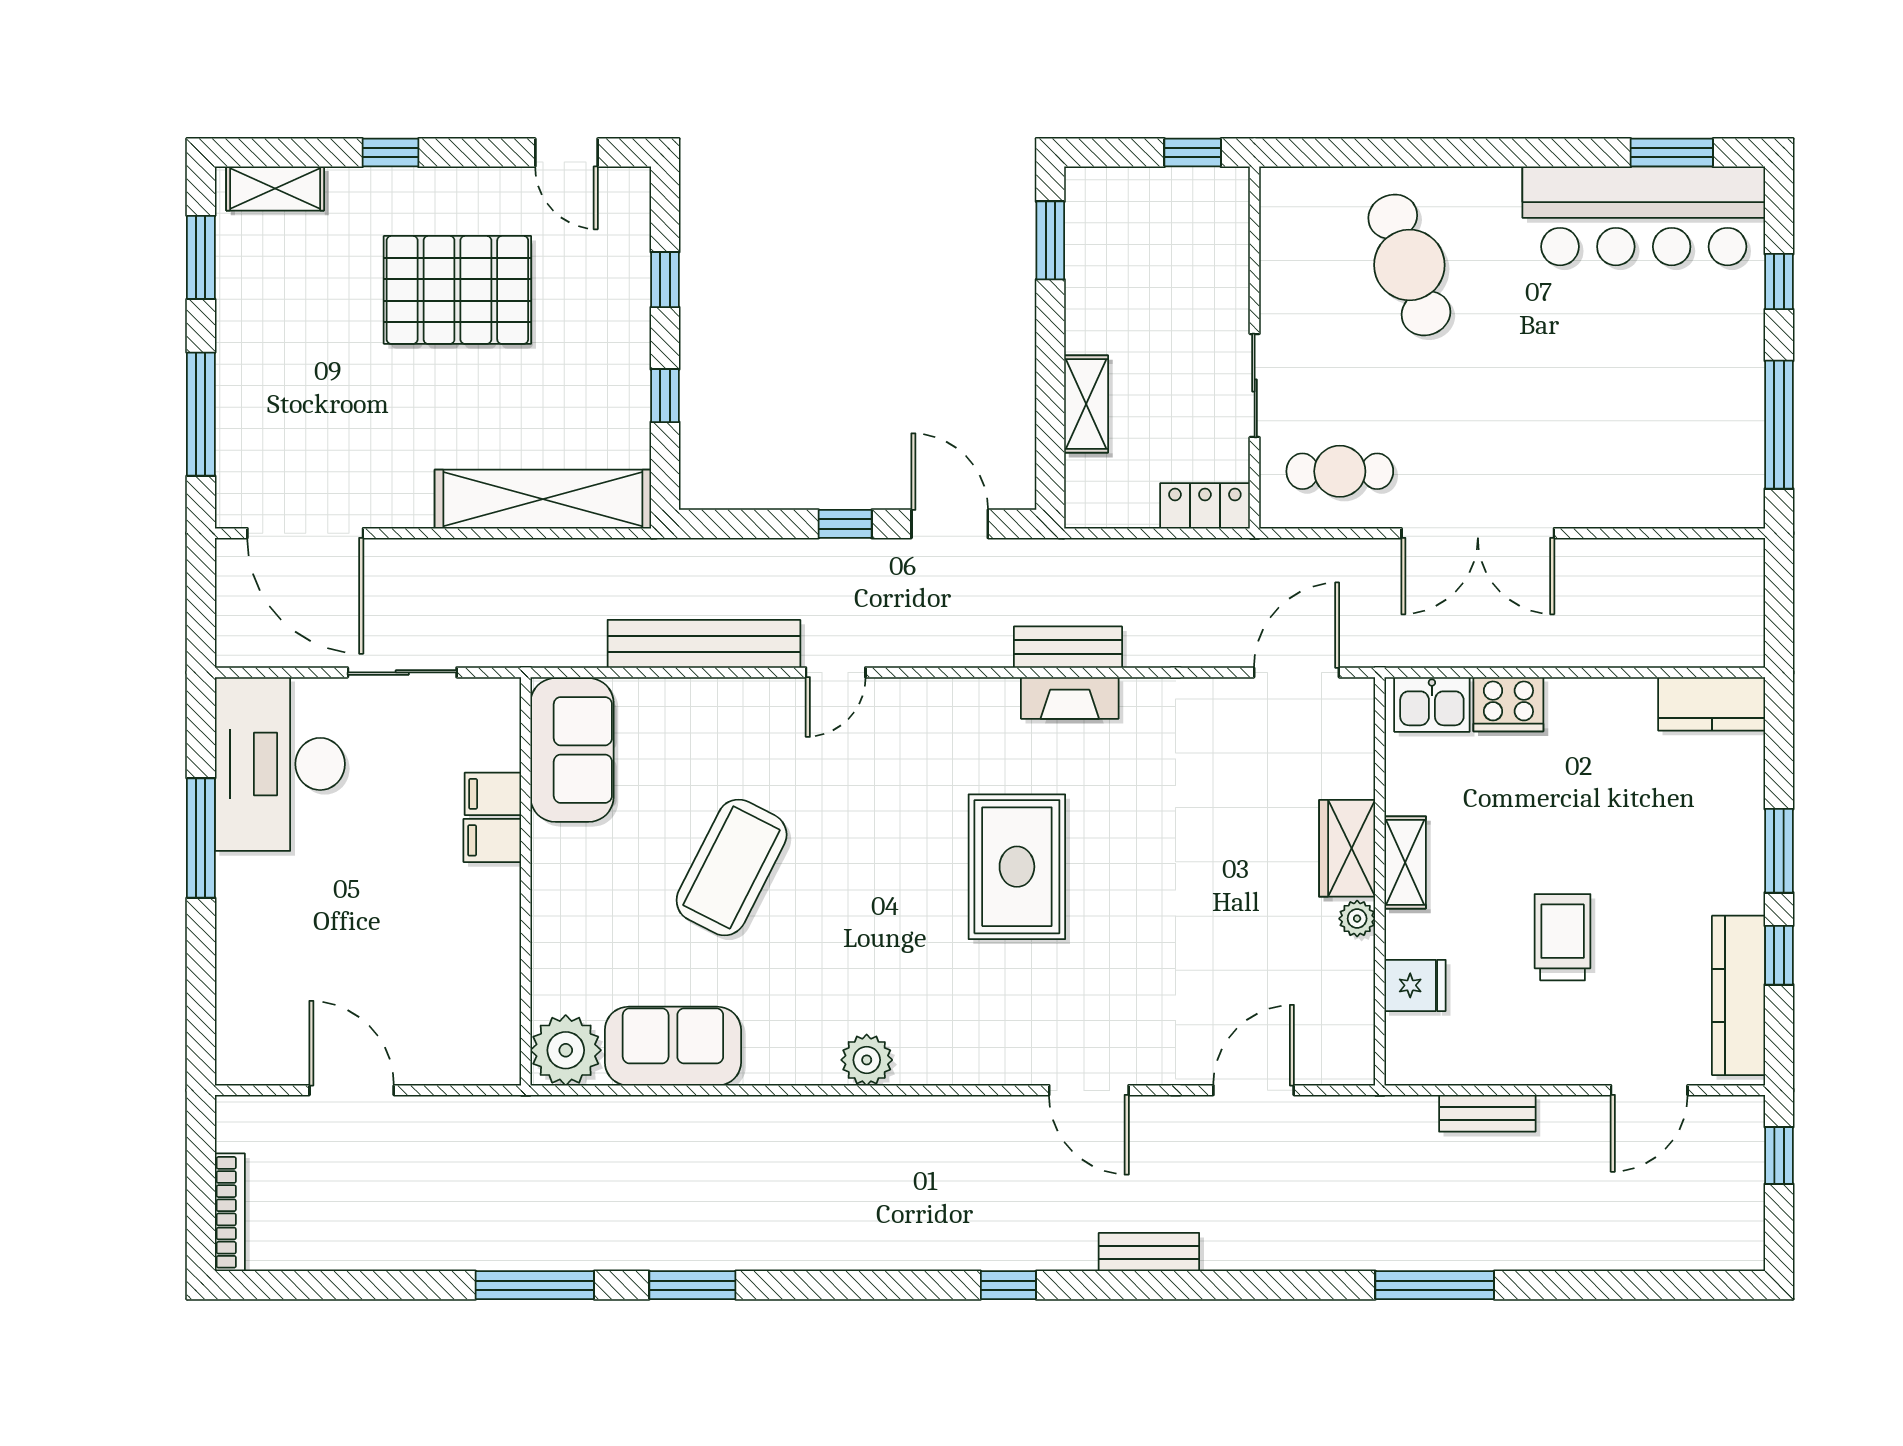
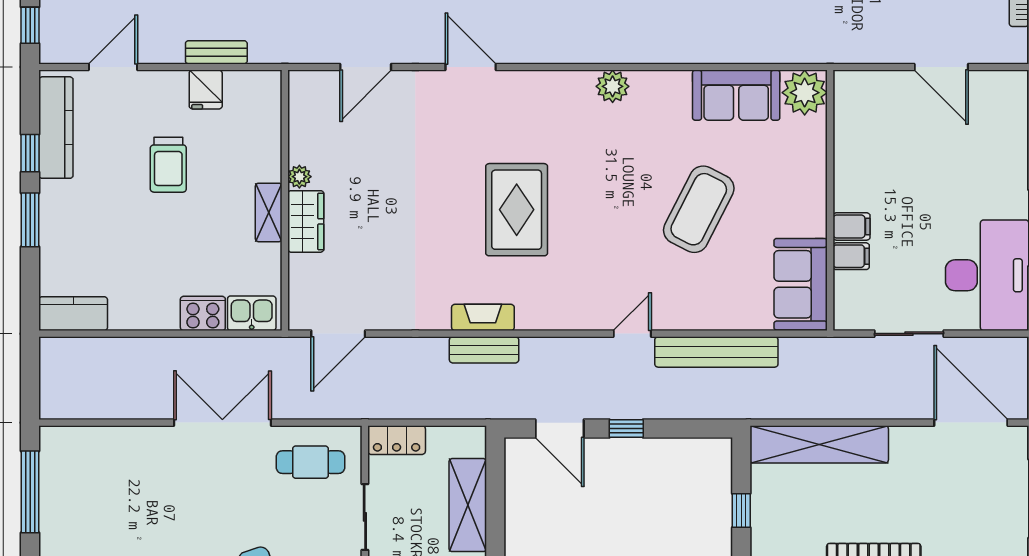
shelving: (1086, 404) -> (468, 505), width x1.50, depth x1.33
fridge: (1415, 985) -> (206, 90), moved, turned -90

